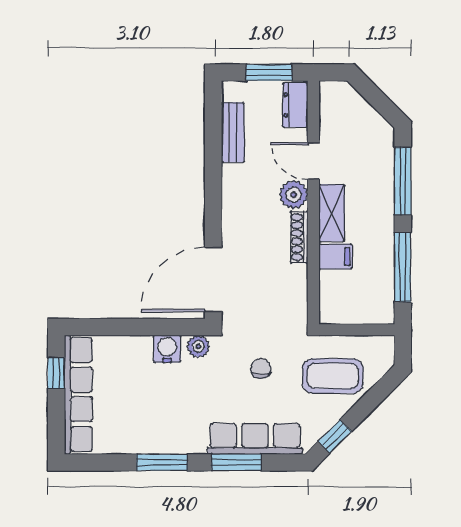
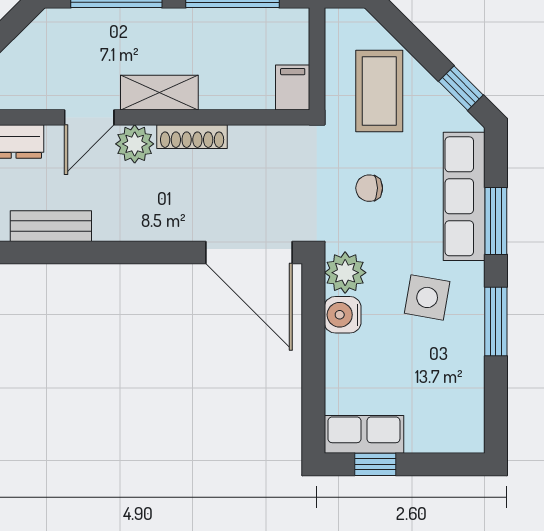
filing cabinet: (336, 256) -> (293, 87), moved
plant: (198, 346) -> (345, 273), width x1.38, depth x1.38
row of seats: (78, 395) -> (364, 434), width x0.50
side table: (180, 411) -> (427, 297), added

